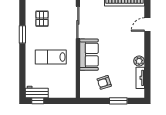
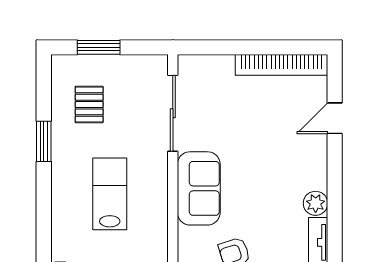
lab bench: (51, 57) -> (110, 194), turned 90

